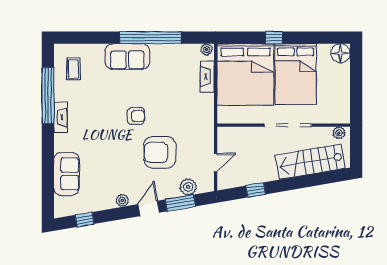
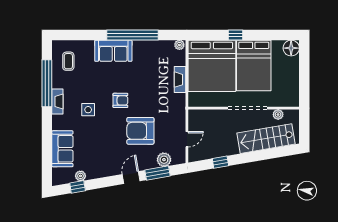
fireplace: (207, 77) -> (180, 80), moved
side table: (97, 127) -> (88, 110), added
plant: (339, 133) -> (278, 115), moved
plant: (122, 201) -> (80, 176), moved

